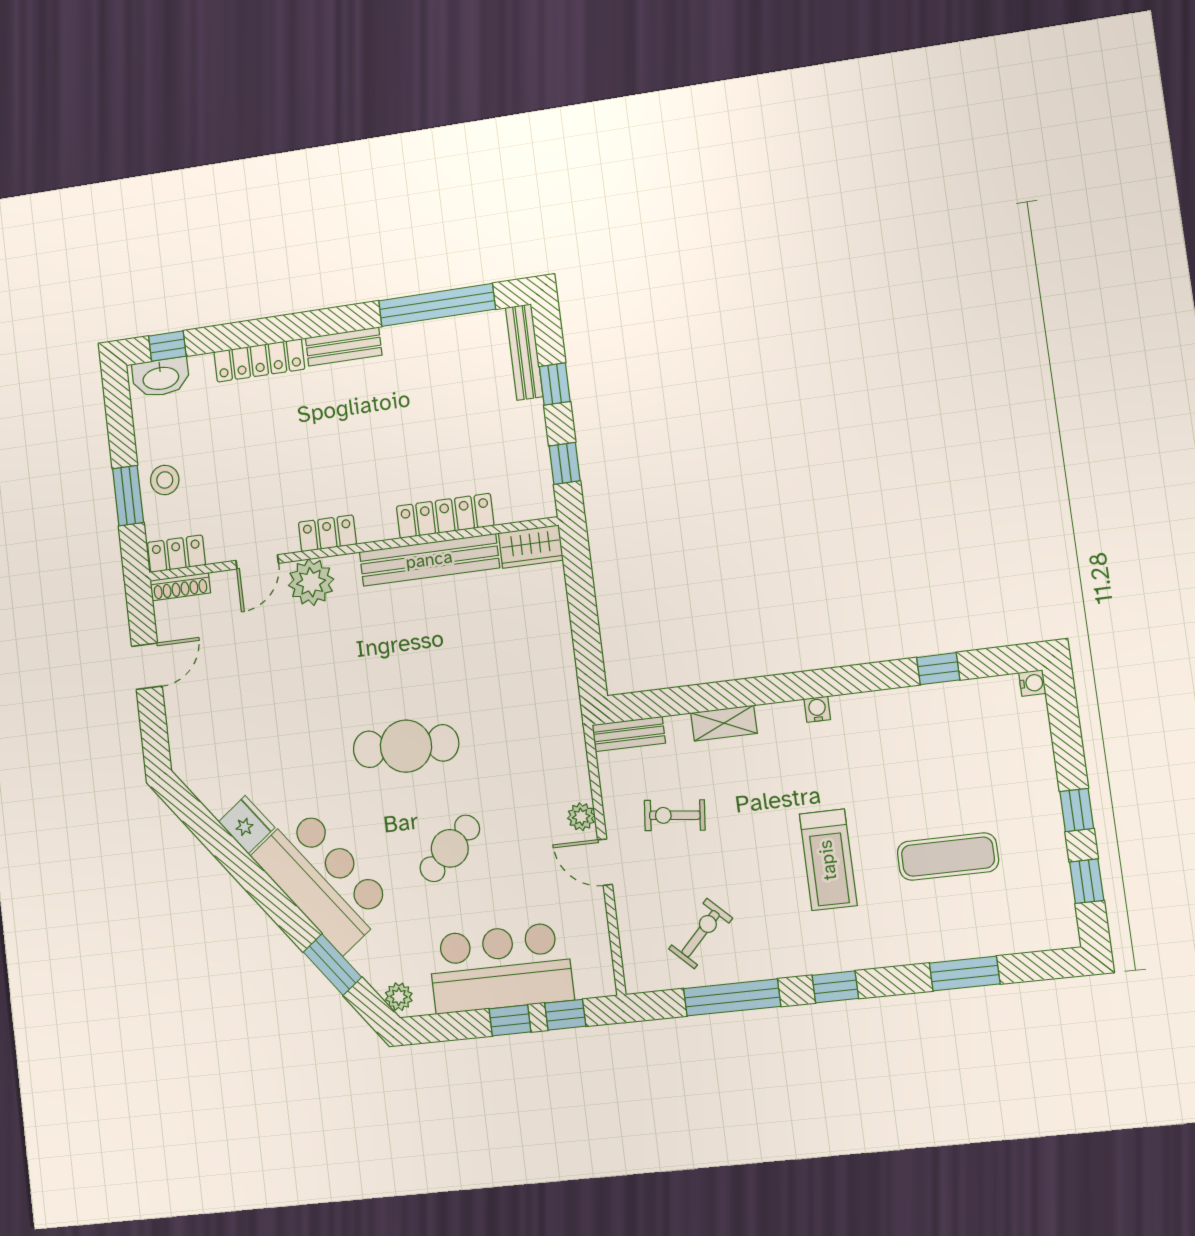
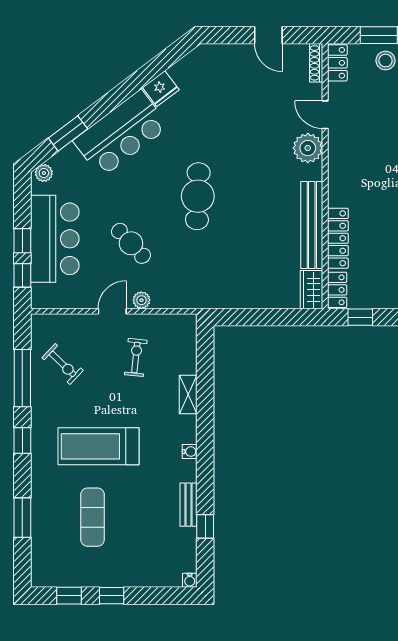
locker: (327, 533) -> (337, 290), moved
bench: (629, 734) -> (189, 505), moved
cafe table: (450, 848) -> (131, 243), moved
treadmill: (828, 860) -> (98, 446), width x1.37, depth x1.38

